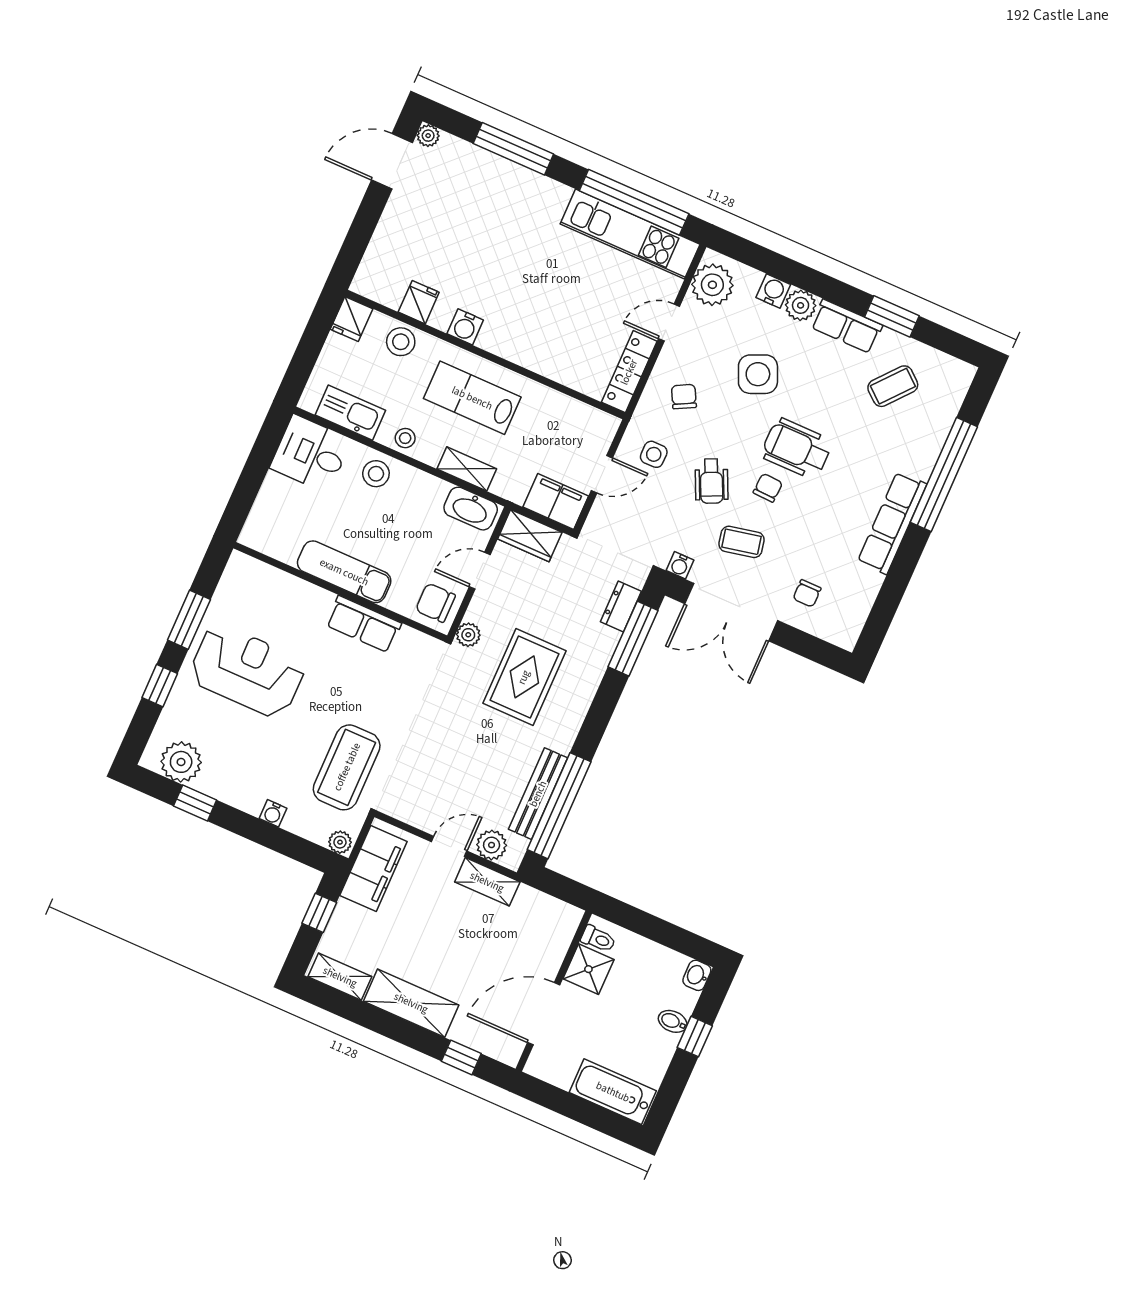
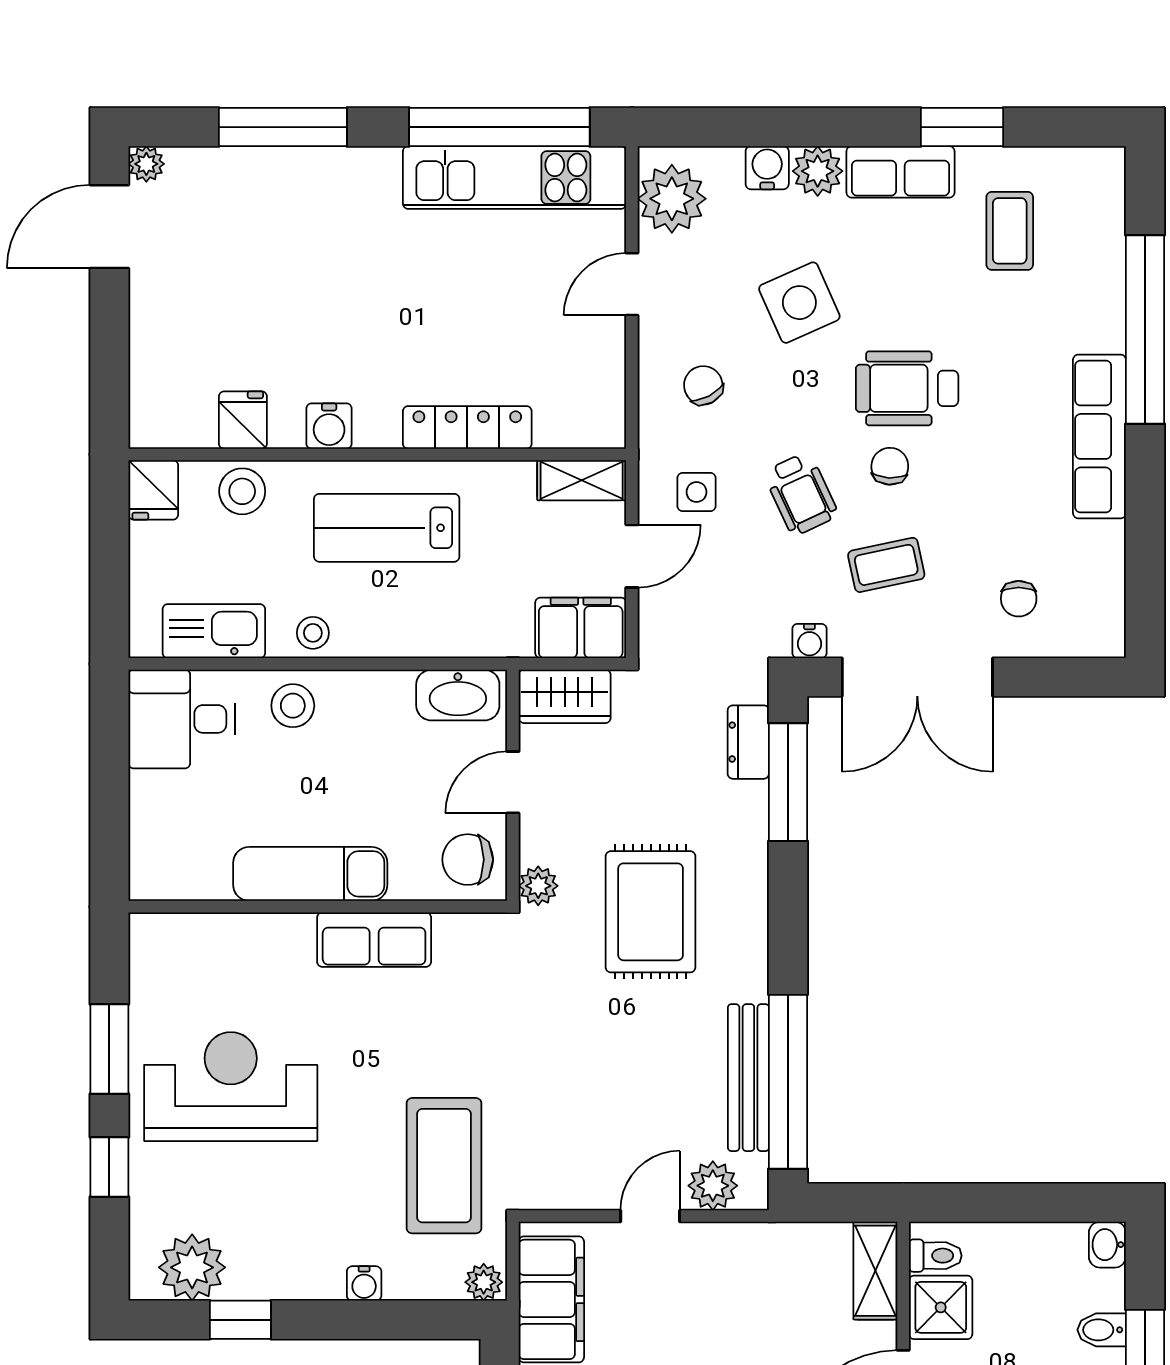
locker: (629, 372) -> (467, 427), moved, turned 90
coffee table: (893, 386) -> (1010, 231), turned -40
shelving: (467, 469) -> (582, 480), moved
shelving: (487, 882) -> (875, 1271), moved, turned 90

